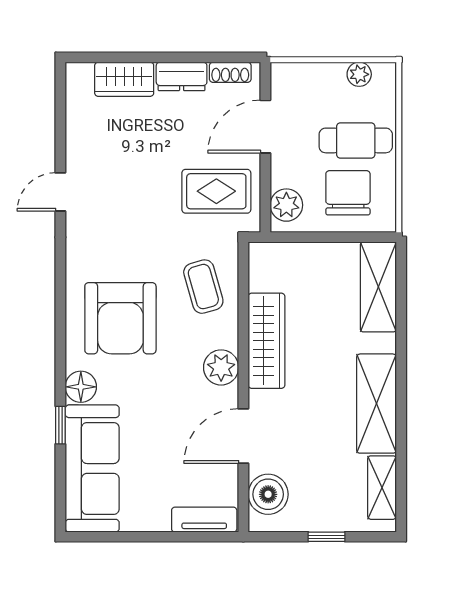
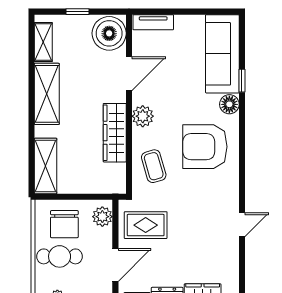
armchair: (120, 318) -> (205, 147), turned -90
boiler: (268, 494) -> (109, 33), width x1.37, depth x1.37

